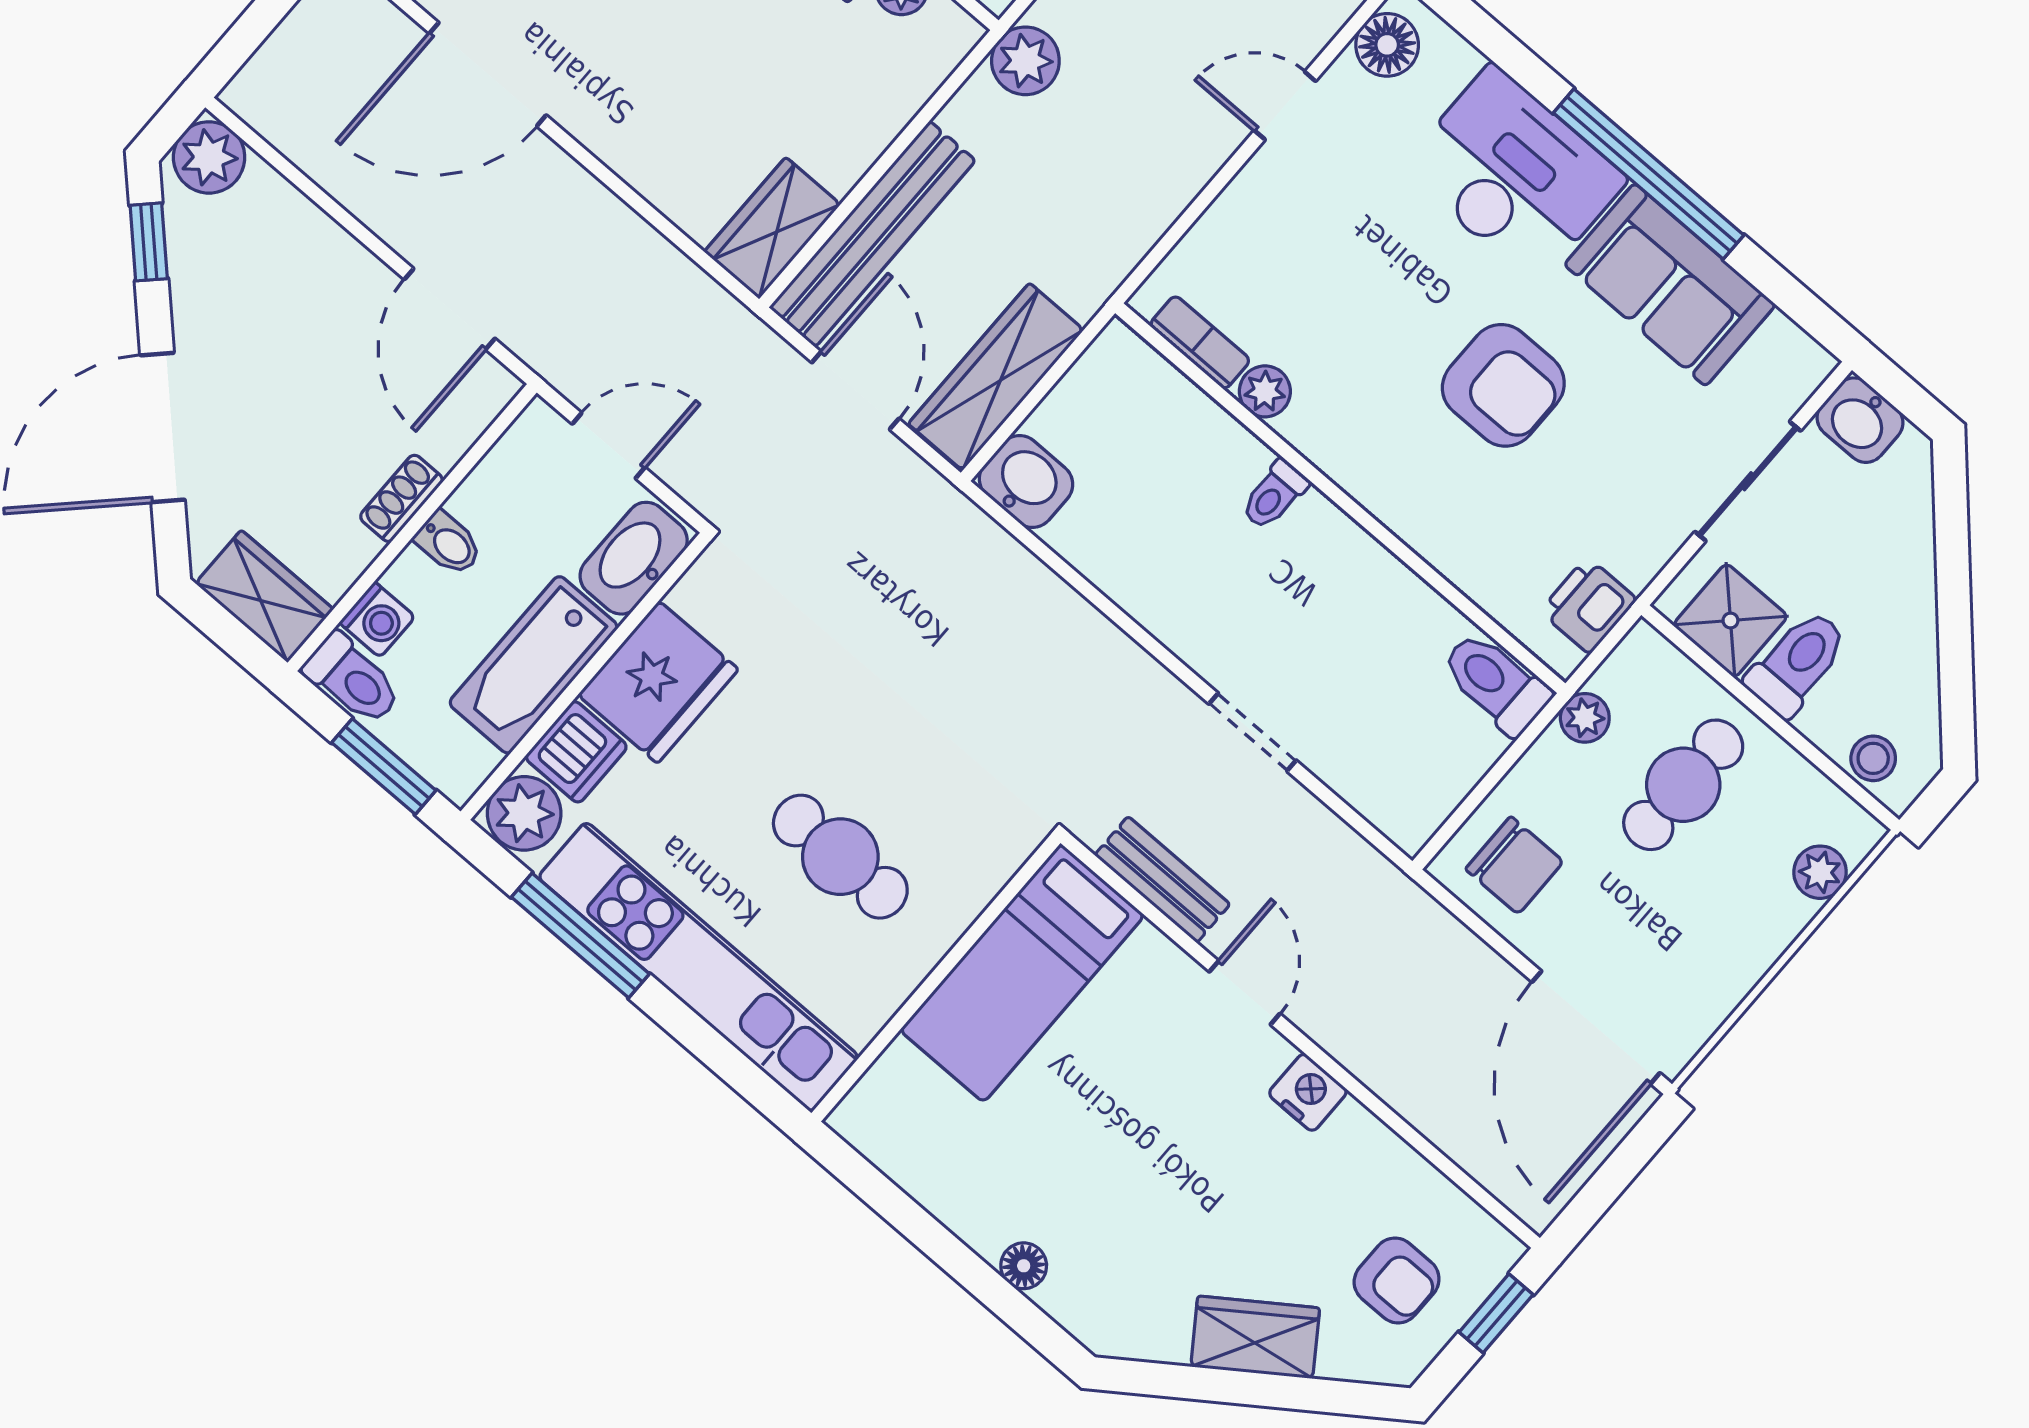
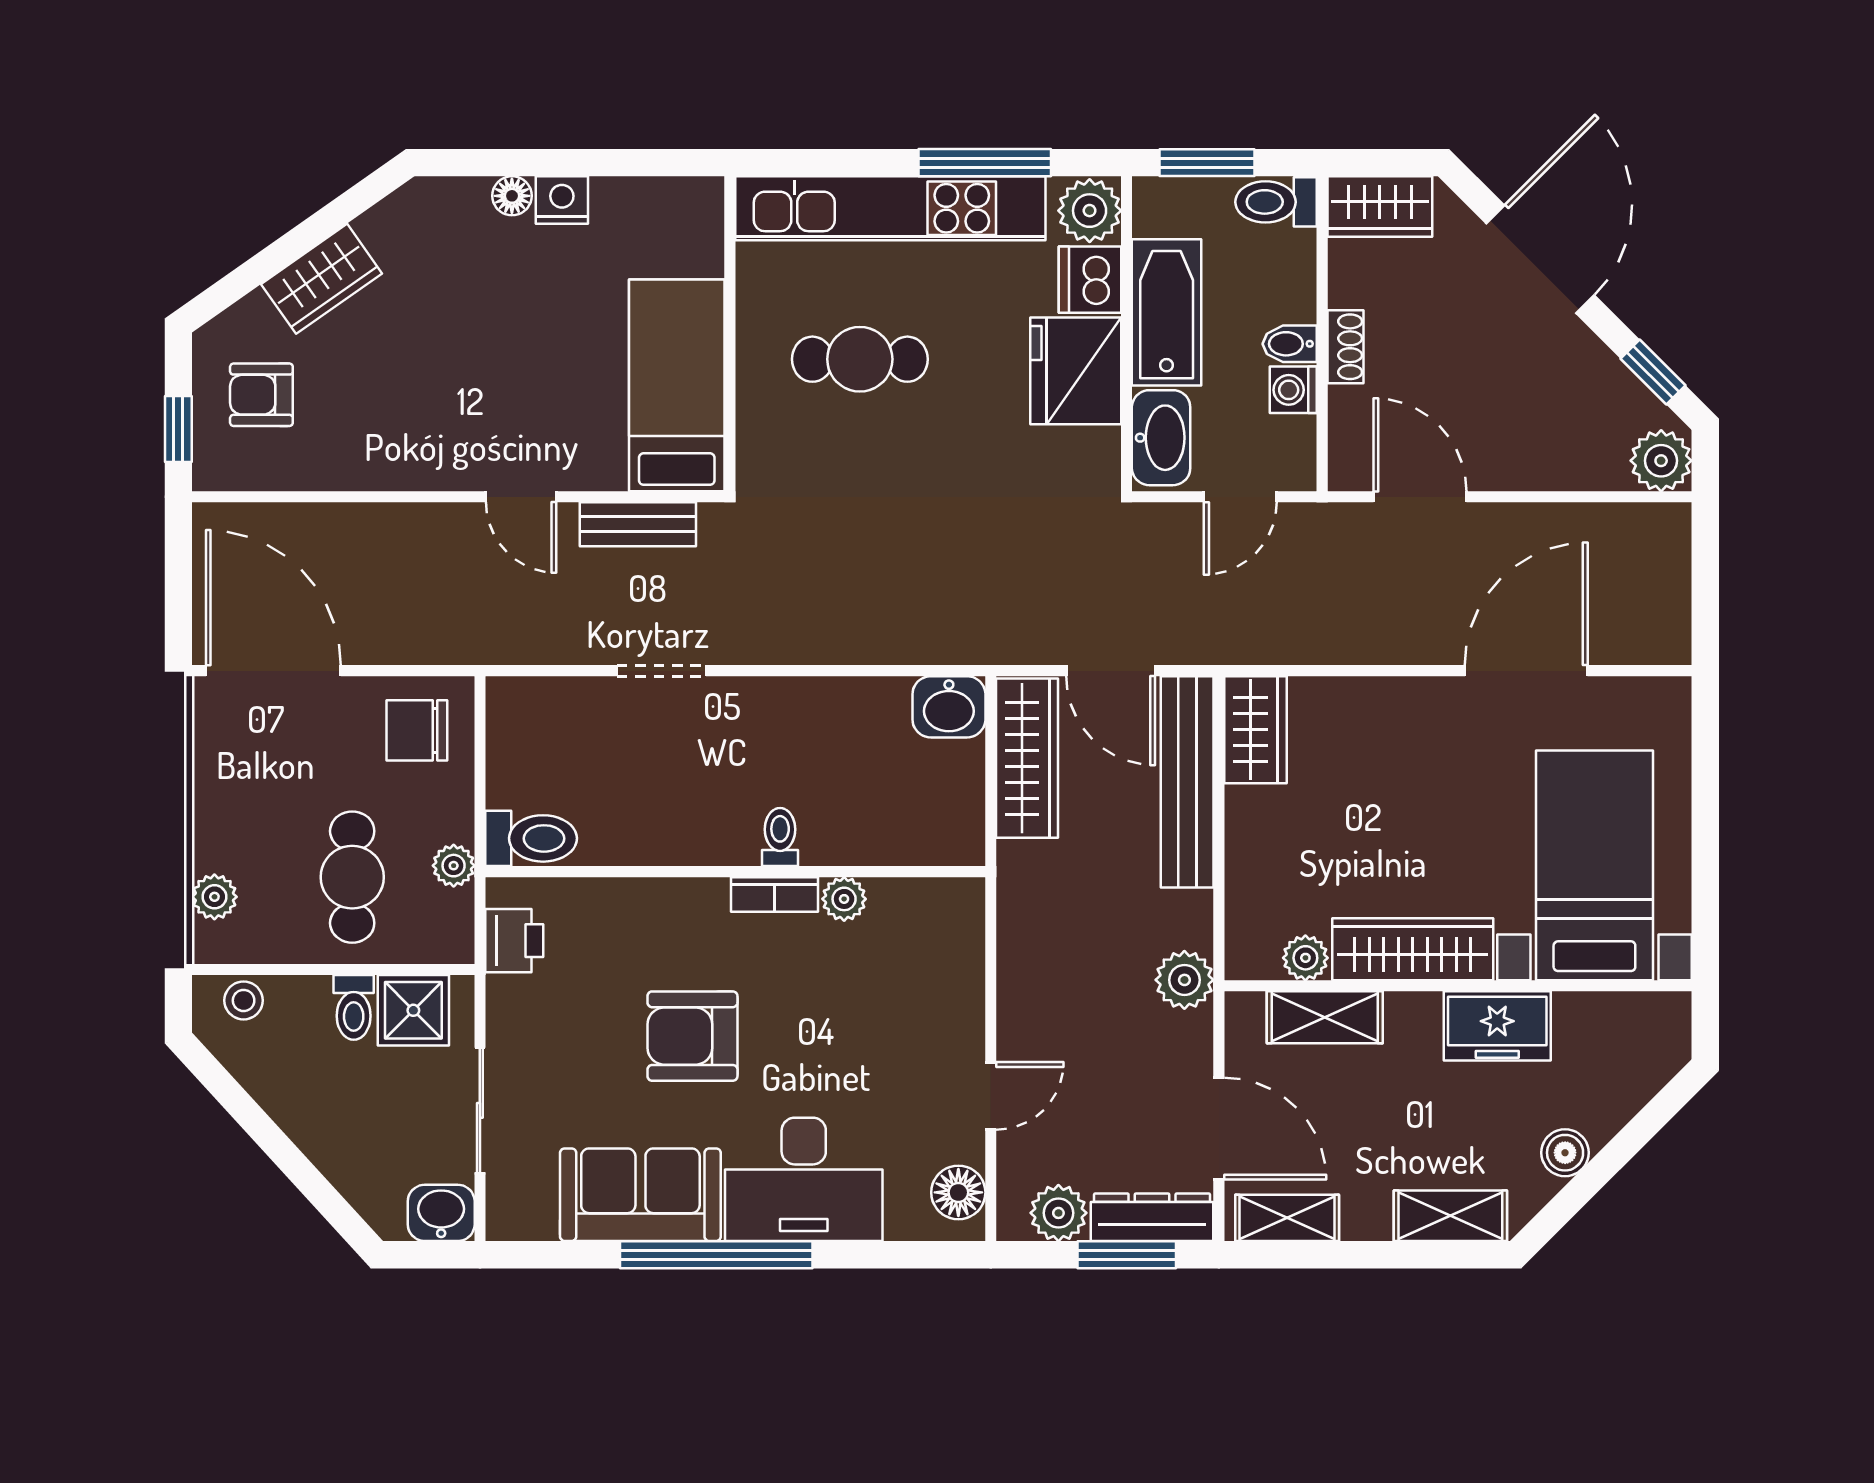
bookcase: (1200, 342) -> (774, 894), moved
washing machine: (377, 620) -> (1293, 390), moved
toilet: (1797, 663) -> (354, 1007), width x0.73, depth x0.72
nightstand: (1308, 1092) -> (562, 200), moved, turned 180

